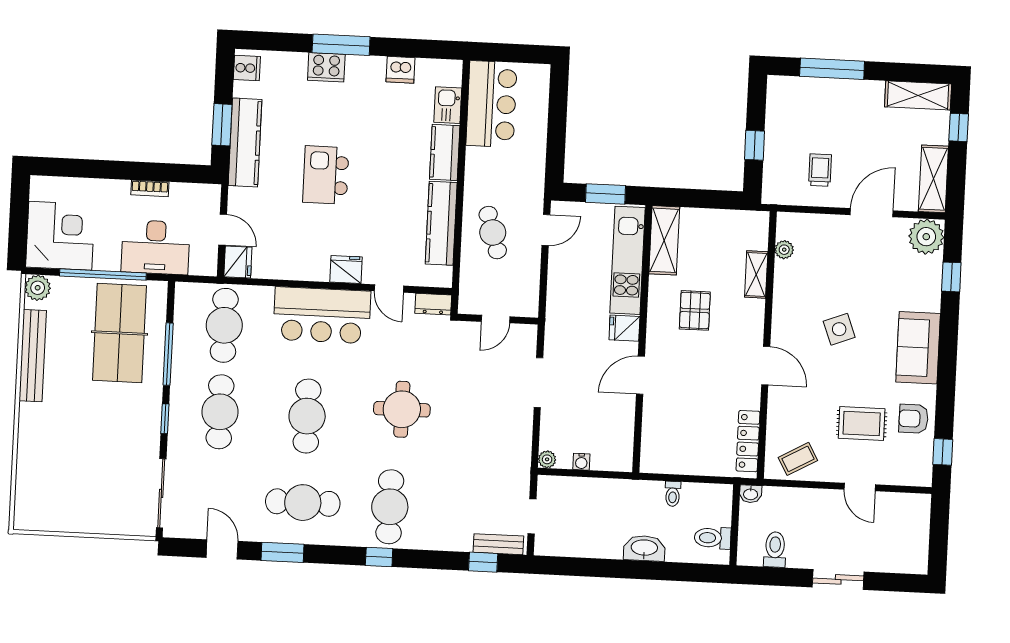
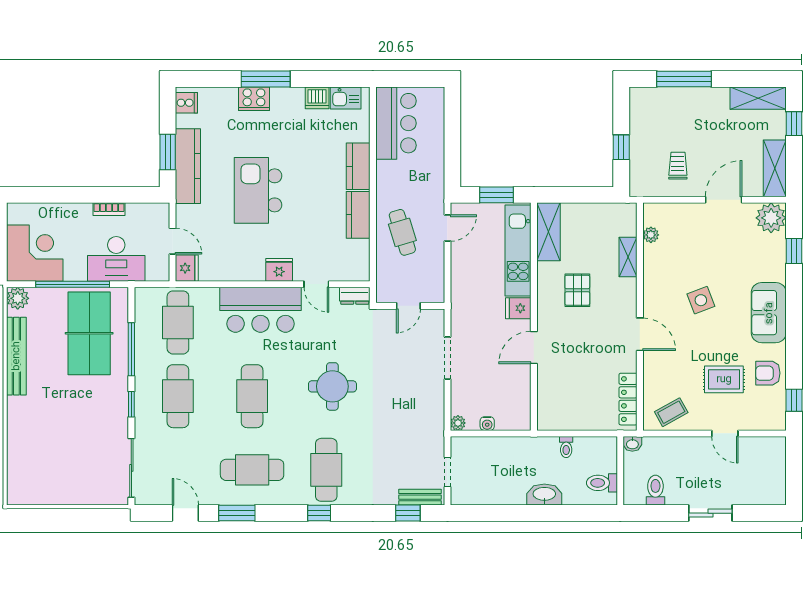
kitchen sink: (448, 105) -> (346, 98), moved, turned -90
kitchen island: (326, 175) -> (258, 190), width x1.37, depth x1.28
kitchen counter: (441, 223) -> (358, 215), width x0.67

